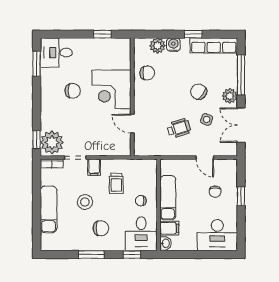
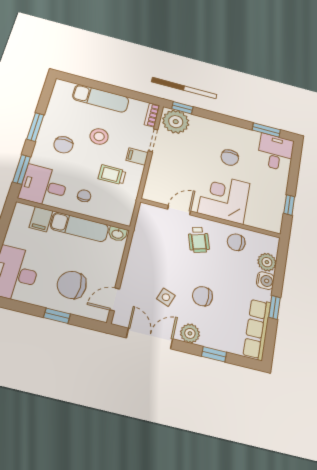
chair: (147, 73) -> (236, 242), turned 90
window: (241, 75) -> (214, 354), width x0.46
chair: (199, 92) -> (203, 296), turned -126
wheelchair: (179, 128) -> (199, 240), moved
door: (205, 157) -> (115, 299), moved
chair: (215, 192) -> (72, 285), width x1.87, depth x1.87
washbasin: (165, 243) -> (118, 234), moved
window: (132, 255) -> (22, 169), width x1.50

